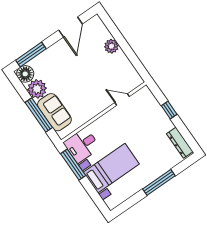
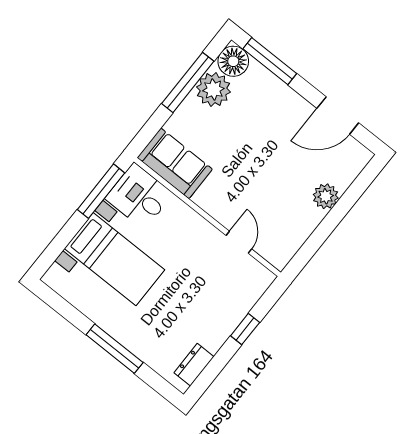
sofa: (54, 112) -> (175, 163), moved, turned -90
window: (39, 115) -> (188, 82), moved
dresser: (180, 143) -> (194, 365), width x0.70

